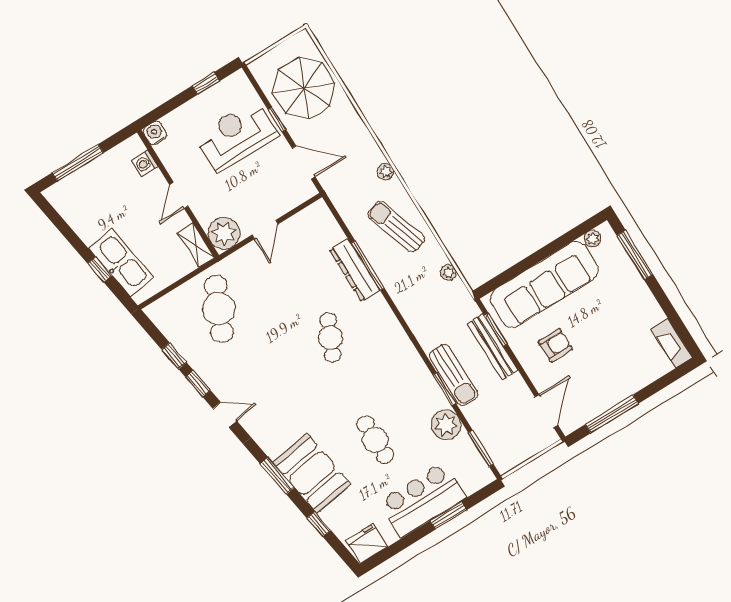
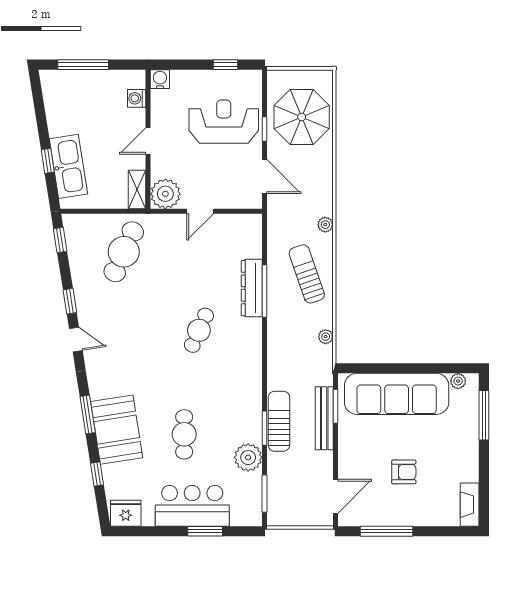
armchair: (555, 345) -> (404, 472), moved
window: (174, 356) -> (60, 240), moved
sun lounger: (454, 375) -> (279, 421), turned 180

